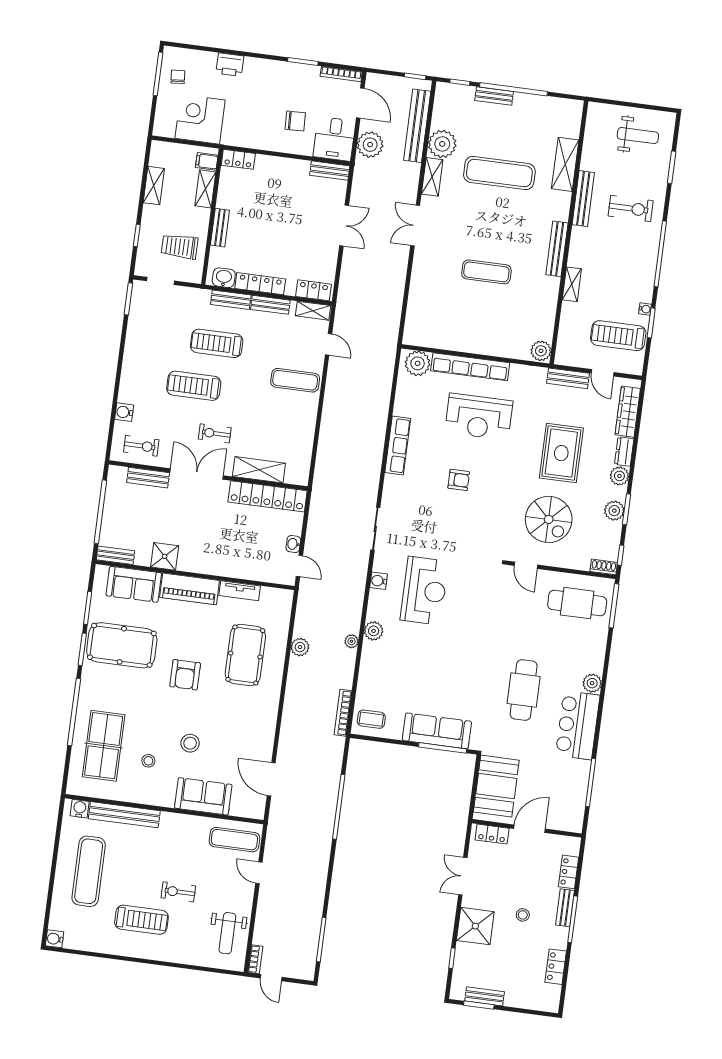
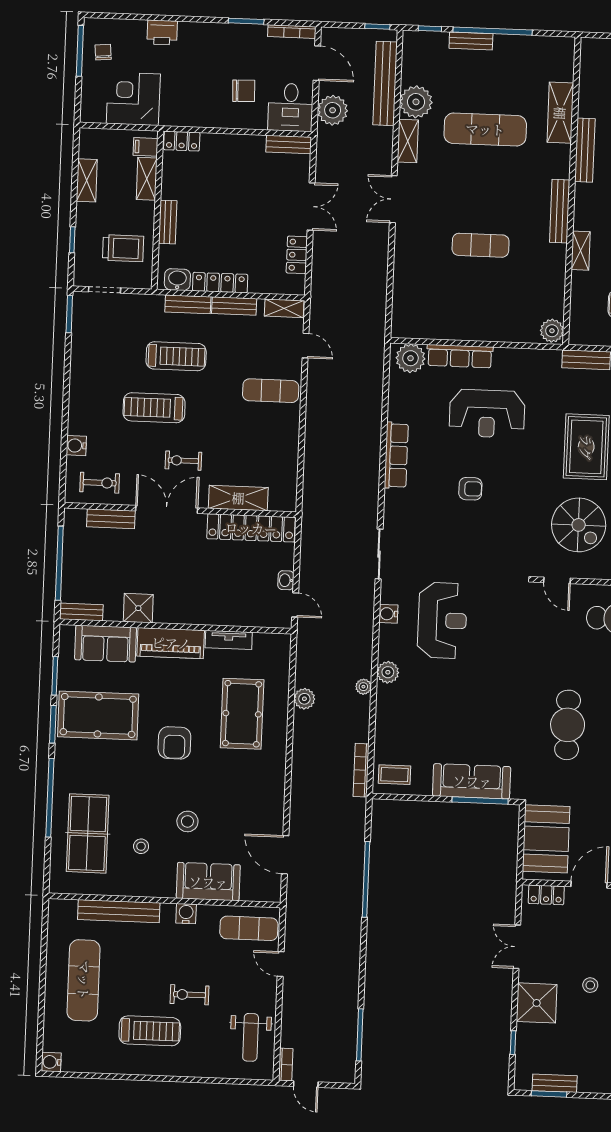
trolley: (180, 247) -> (123, 248), turned 180
locker: (313, 290) -> (297, 255), moved, turned -90
treadmill: (217, 343) -> (176, 356), turned 180
row of seats: (470, 367) -> (460, 356), width x0.73
water cooler: (80, 809) -> (186, 914), moved

